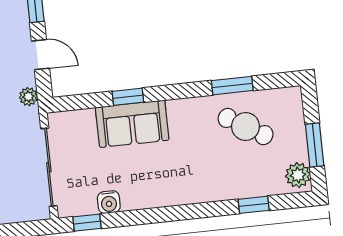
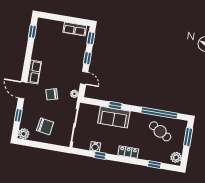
window: (232, 86) -> (159, 113), width x2.11
window: (315, 145) -> (188, 137), moved
locker: (187, 193) -> (128, 152), added
window: (87, 223) -> (100, 155), moved

